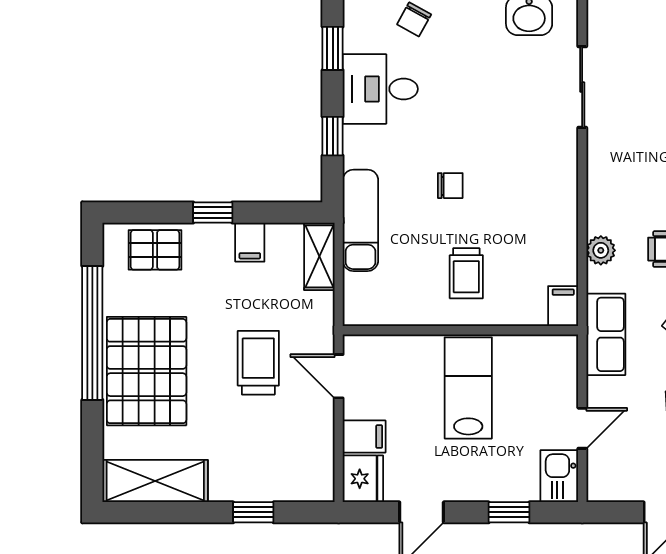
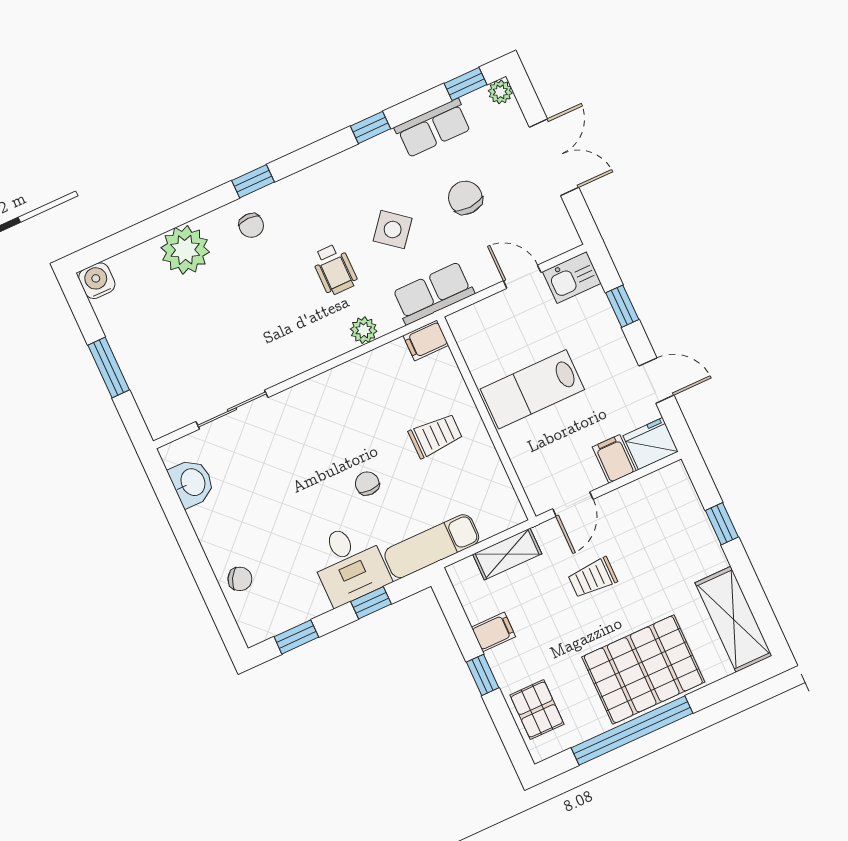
desk: (380, 89) -> (349, 564), moved
shelving: (319, 256) -> (507, 554), moved
trolley: (258, 363) -> (593, 578), width x0.73, depth x0.72

